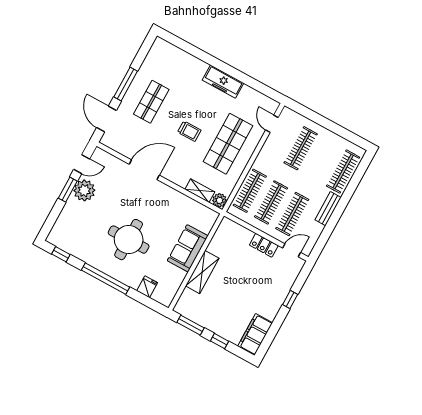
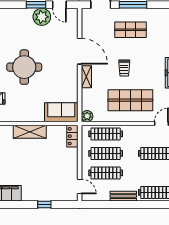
shelving: (200, 191) -> (86, 77), moved
locker: (264, 245) -> (72, 136), moved
sofa: (188, 248) -> (61, 112), moved

